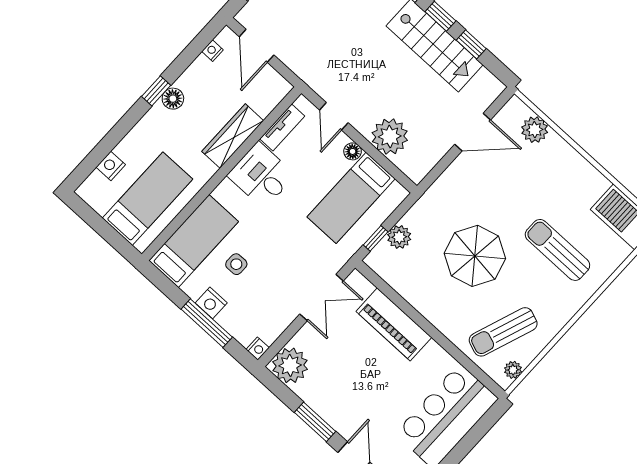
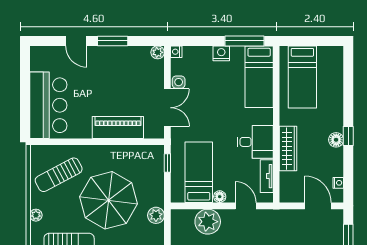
nightstand: (111, 166) -> (336, 76), removed
plant: (399, 237) -> (156, 215), moved
parasol: (475, 256) -> (109, 200), width x1.36, depth x1.36
side table: (236, 264) -> (179, 82), moved
double door: (322, 297) -> (167, 108), swing flipped
window: (207, 323) -> (244, 41), moved
sun lounger: (503, 332) -> (59, 175), turned -138
plant: (290, 365) -> (158, 52), width x0.53, depth x0.53
plant: (513, 370) -> (36, 215), moved

